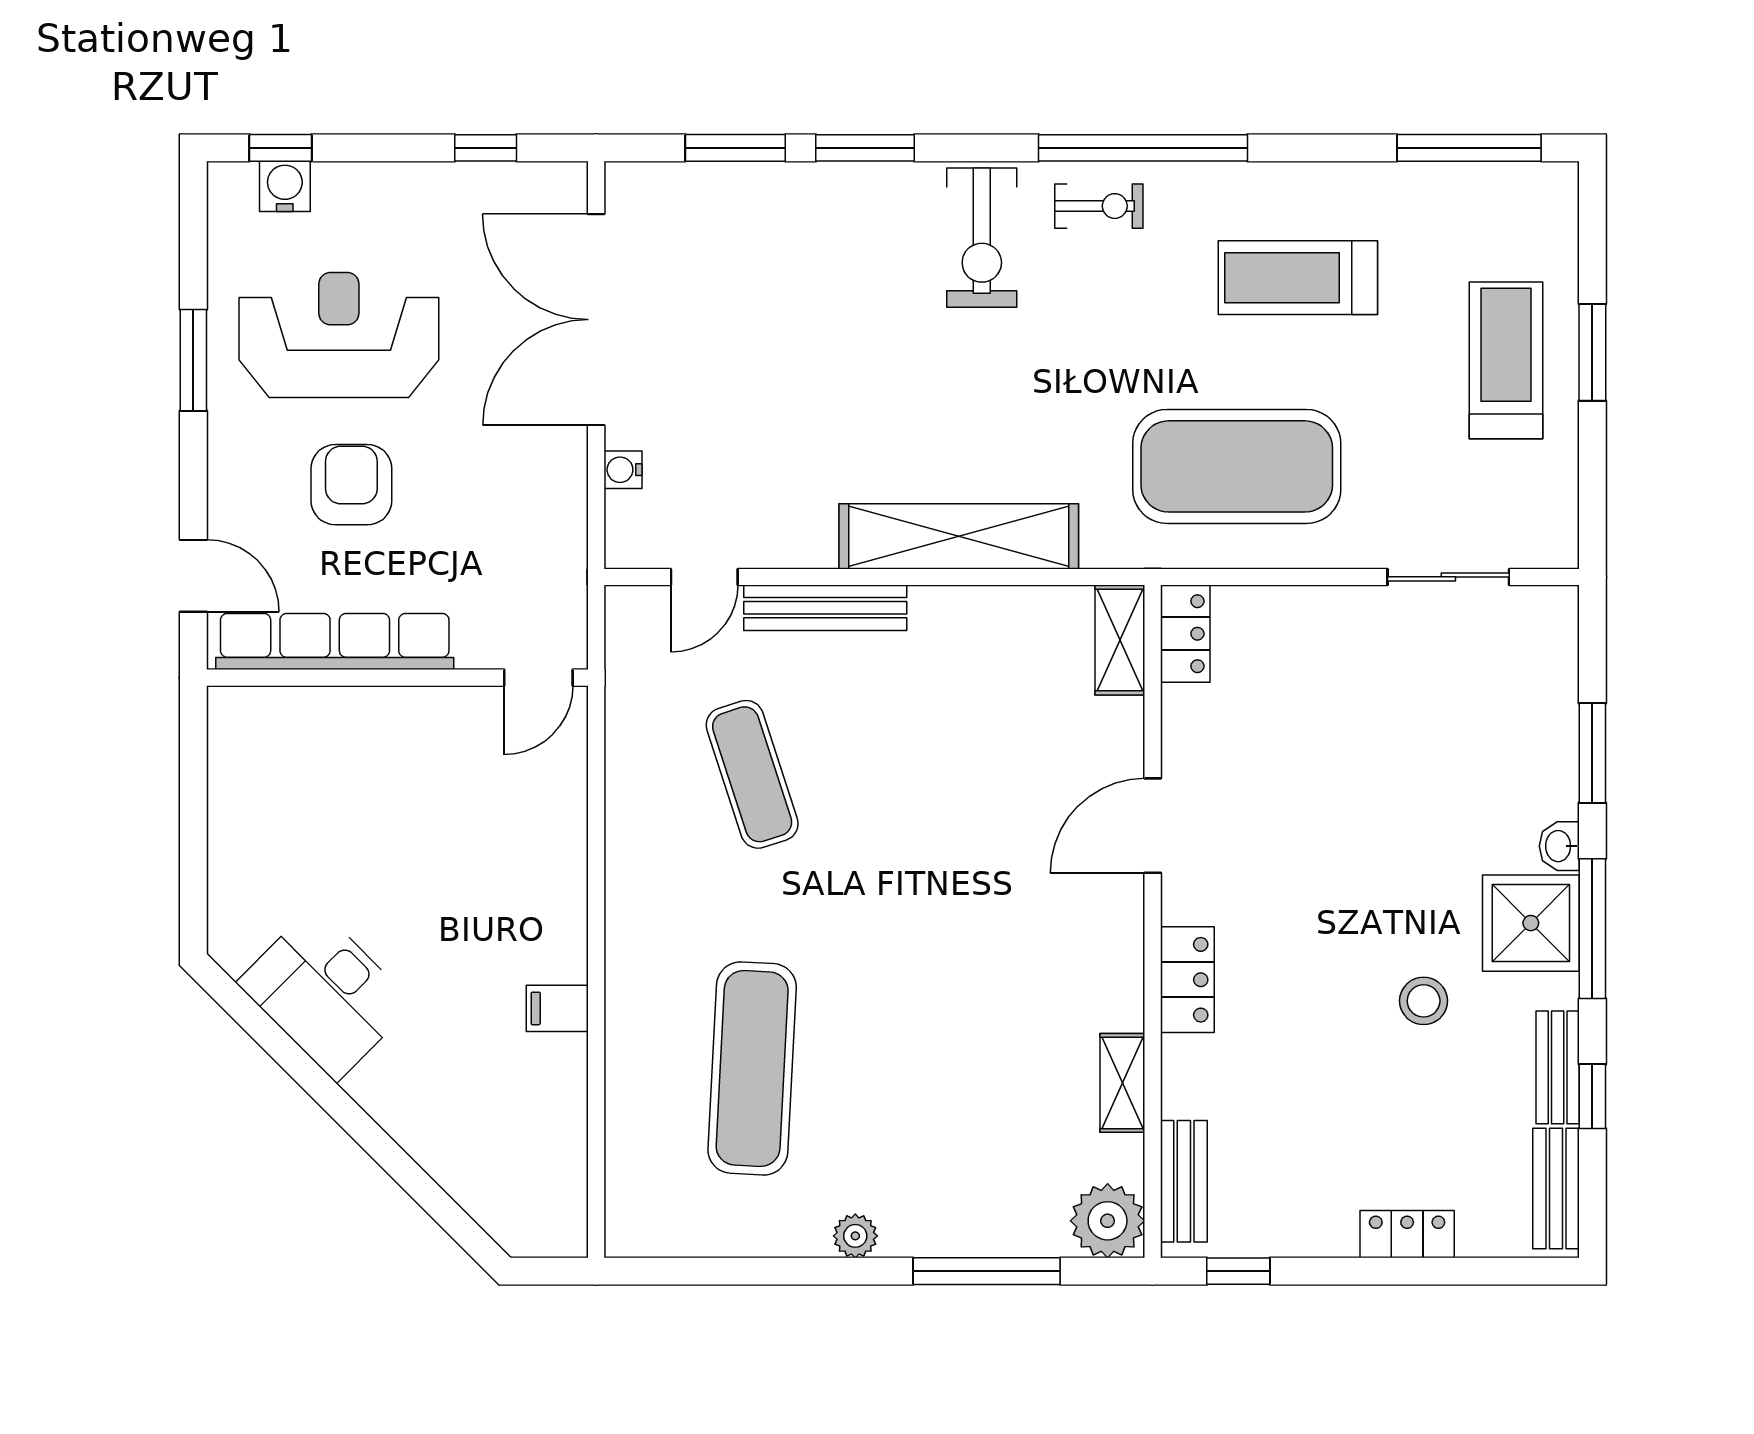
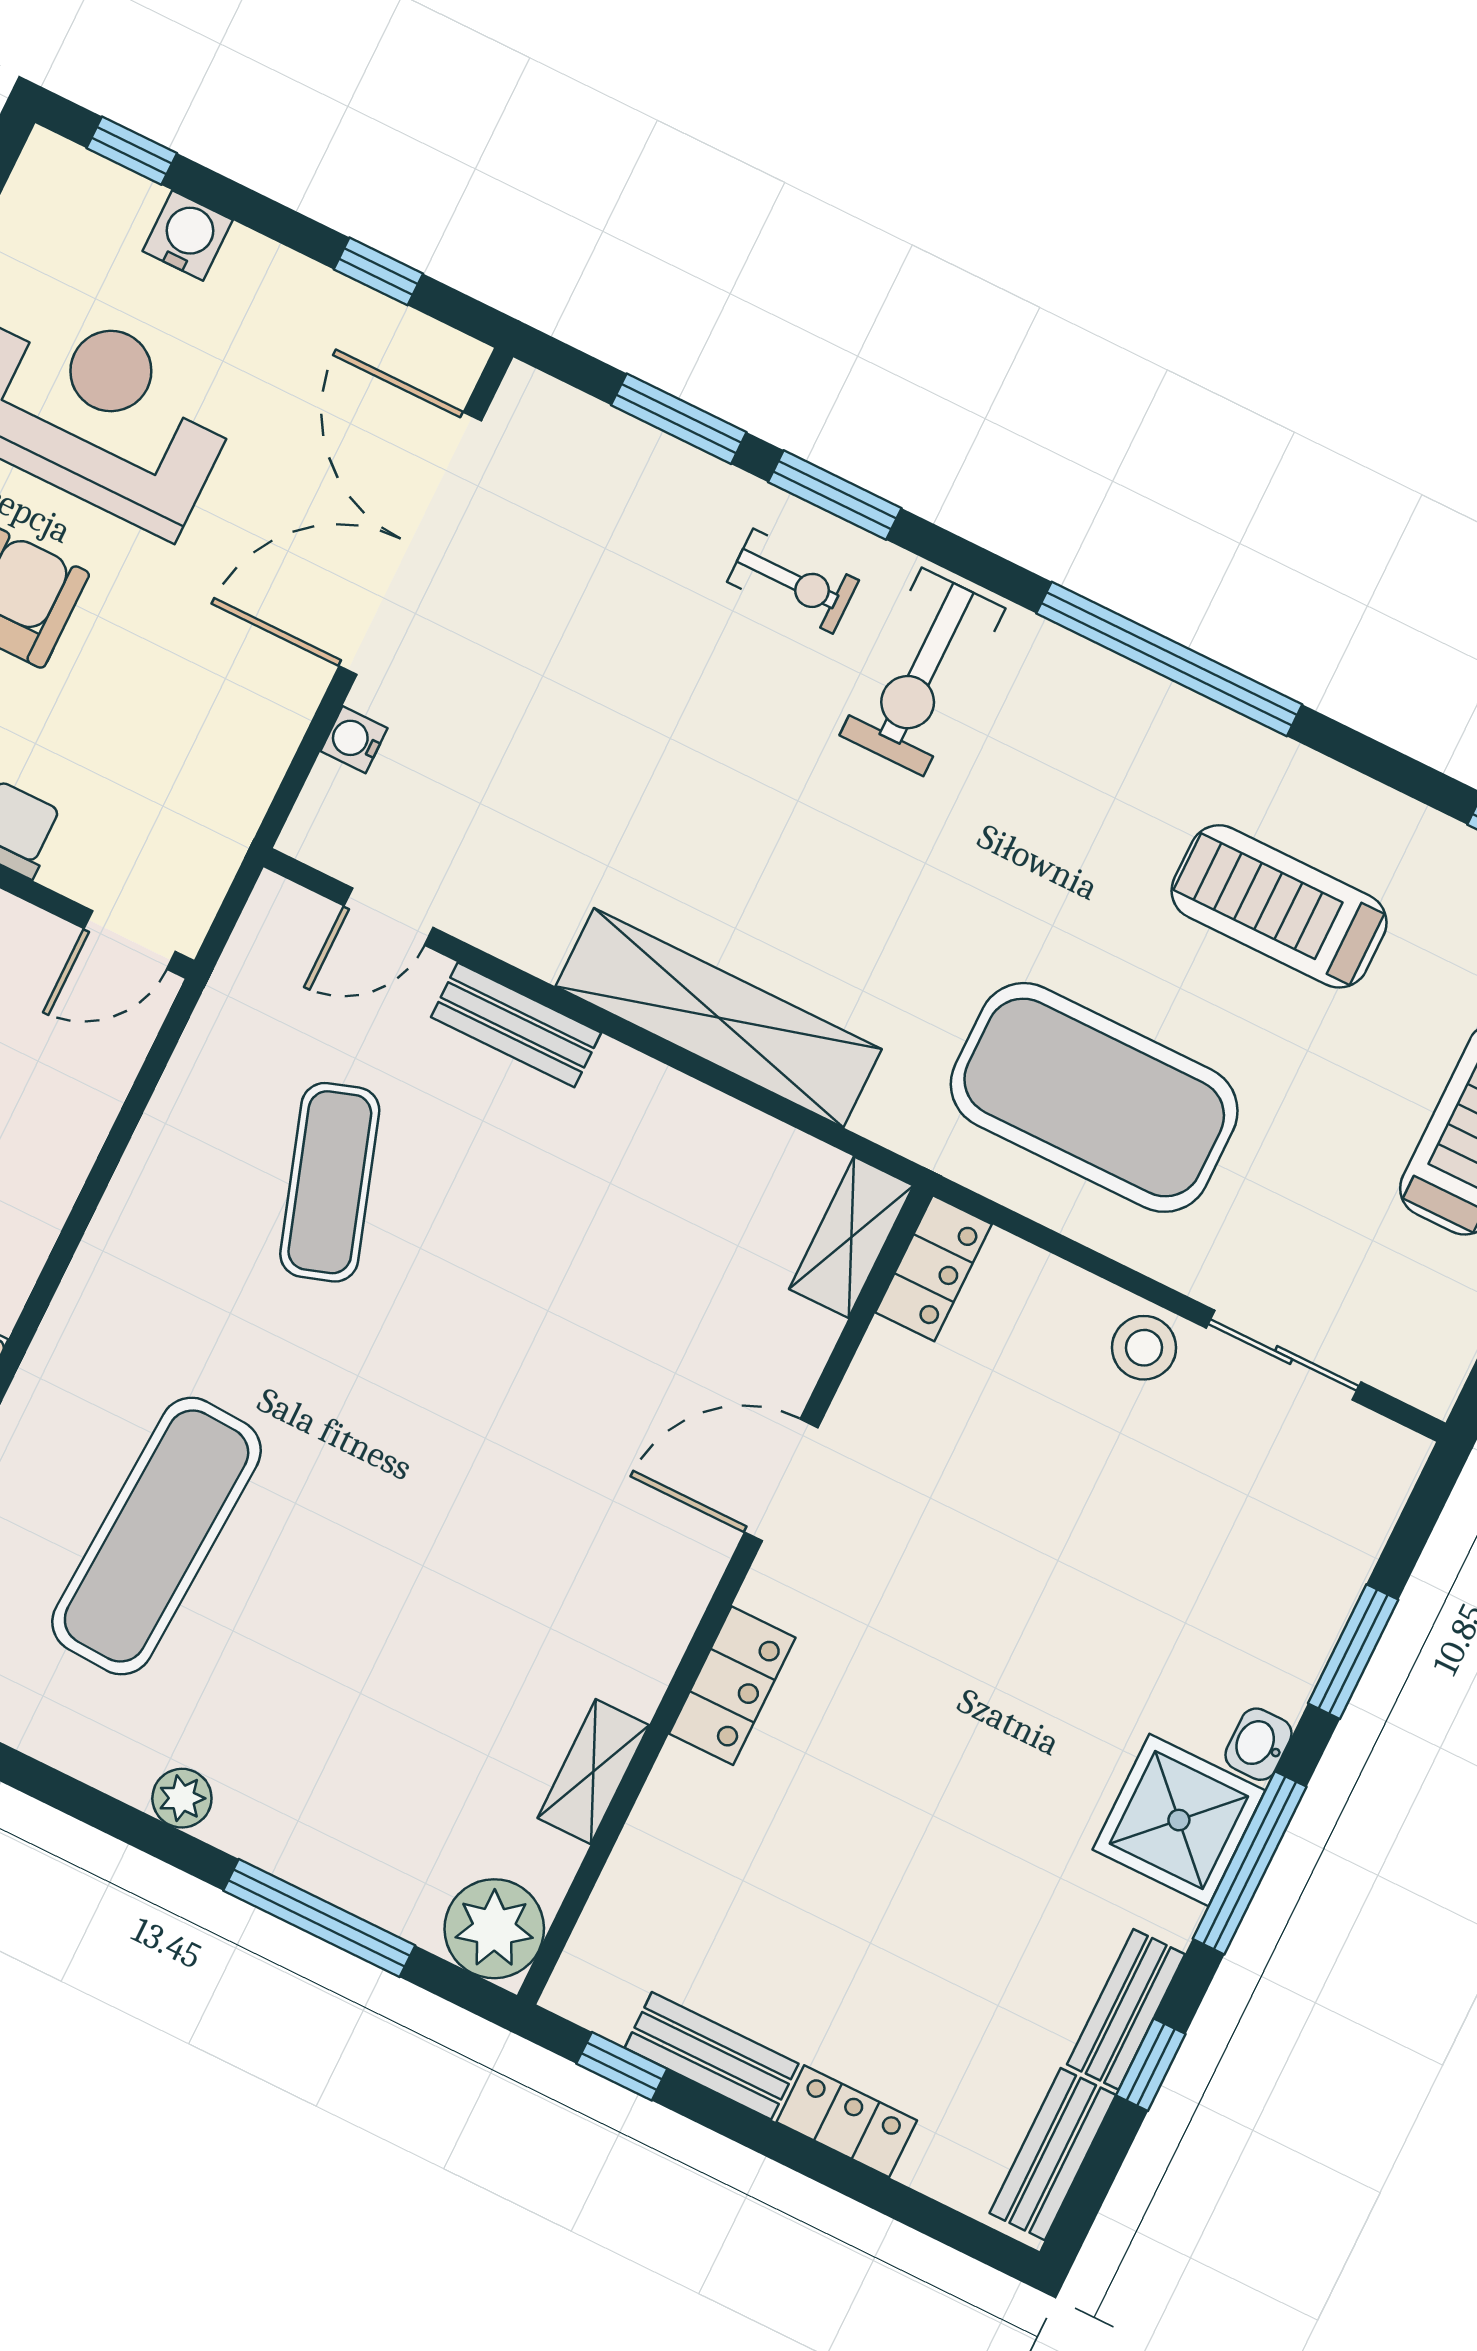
water cooler: (285, 186) -> (188, 235), moved
exercise bike: (1099, 206) -> (793, 581), moved
bench: (825, 608) -> (516, 1025), width x0.73
stool: (1424, 1001) -> (1144, 1348), moved
bench: (1184, 1181) -> (712, 2056), moved, turned 90

